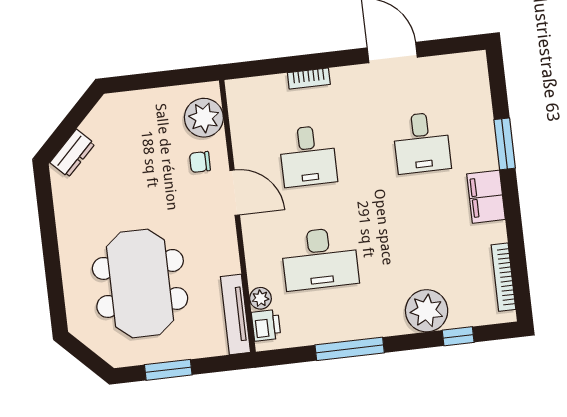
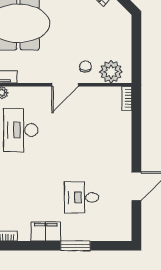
bookcase: (309, 78) -> (127, 98), moved
desk: (308, 156) -> (82, 130), removed

